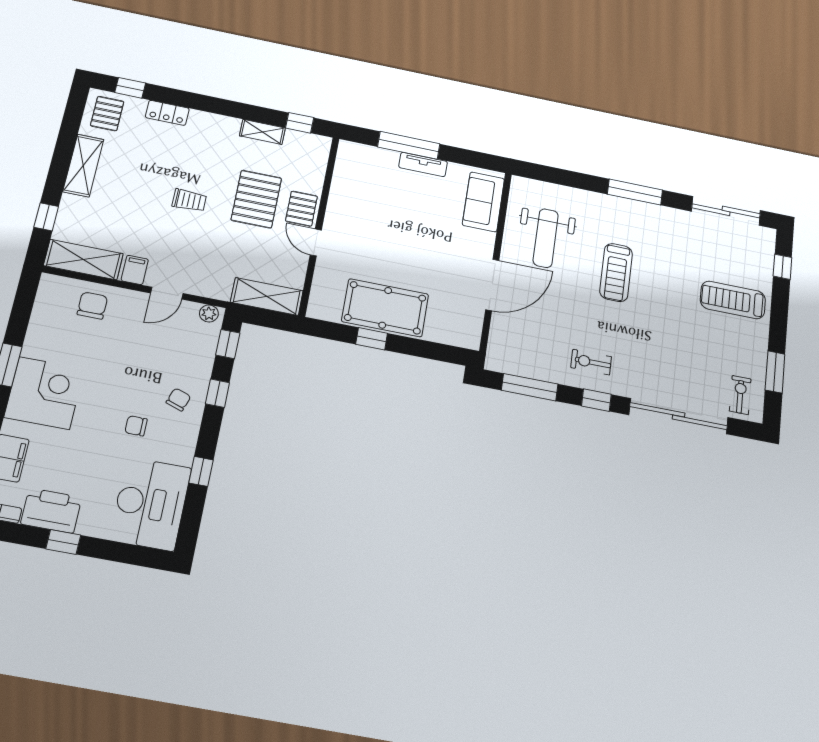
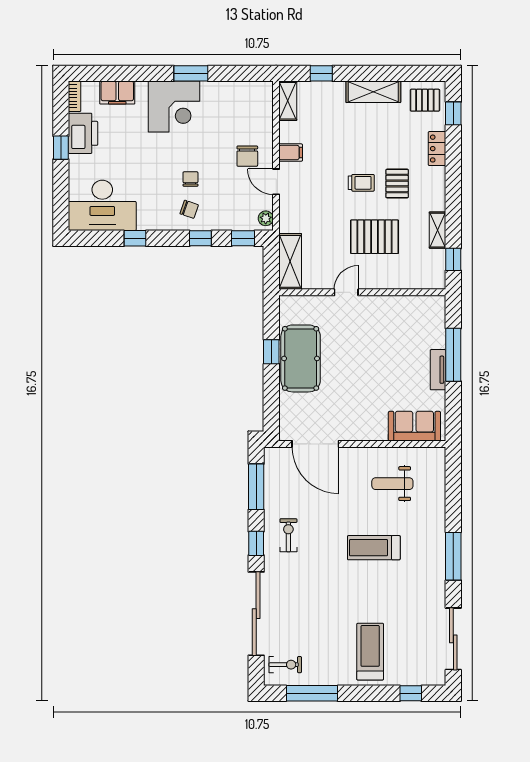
trolley: (189, 200) -> (361, 183), turned -90
pallet: (301, 209) -> (397, 184), moved, turned 90
weight bench: (546, 238) -> (392, 484), width x0.73, depth x0.75
shelving: (83, 260) -> (288, 101), width x0.67, depth x0.75
door: (492, 285) -> (315, 444), moved
chair: (92, 305) -> (247, 156), moved, turned 90
window: (775, 372) -> (312, 693), width x1.44
chair: (136, 426) -> (190, 179), moved

